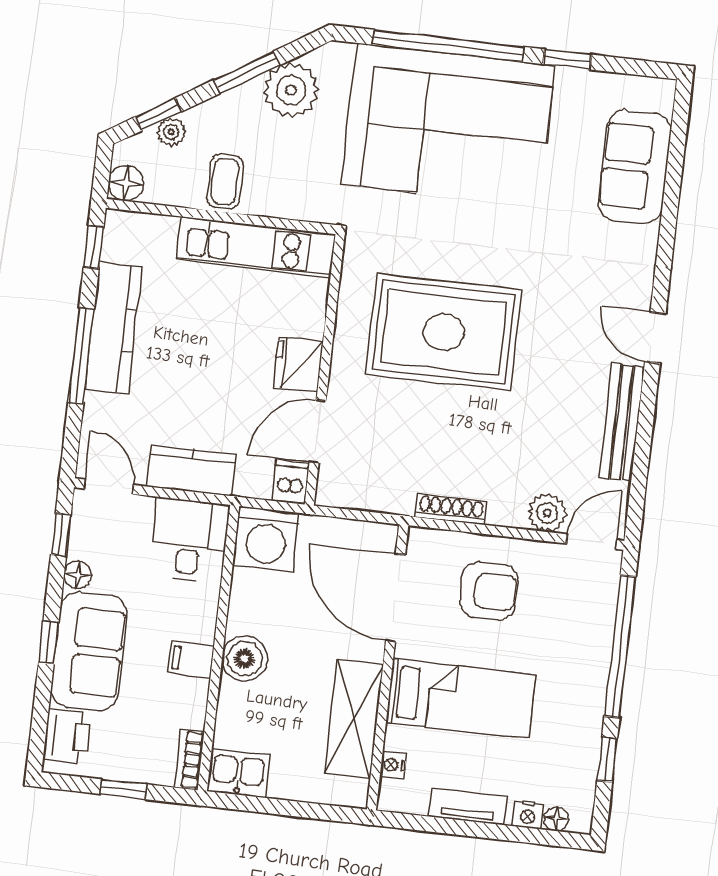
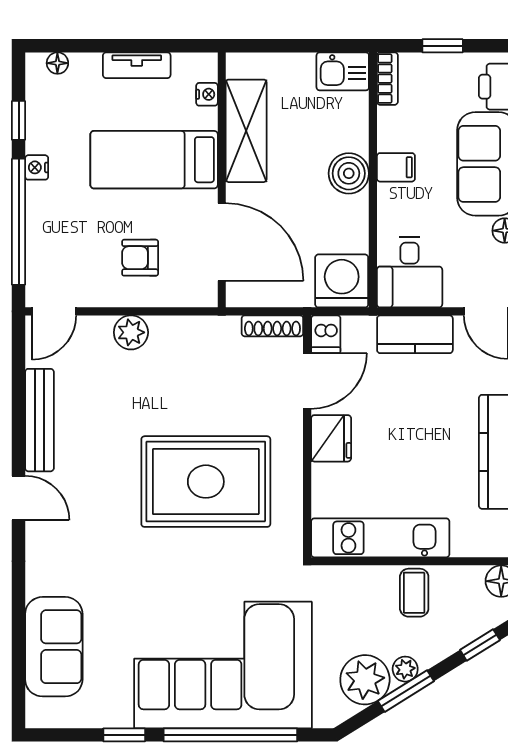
plant: (171, 132) -> (405, 669), moved
shoe rack: (451, 509) -> (272, 326), moved
plant: (547, 513) -> (131, 332), moved
armchair: (489, 591) -> (140, 258), width x0.72, depth x0.72
nightstand: (528, 815) -> (37, 167), moved, turned -90

